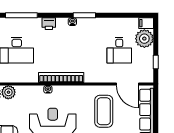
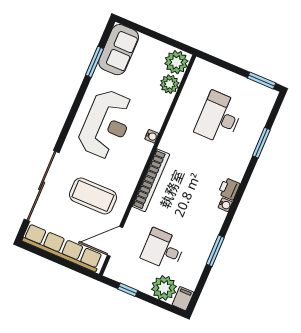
window: (21, 15) -> (261, 143), width x0.69
window: (84, 15) -> (215, 251), moved
printer: (49, 24) -> (229, 189), moved
bookcase: (61, 77) -> (151, 180), moved

